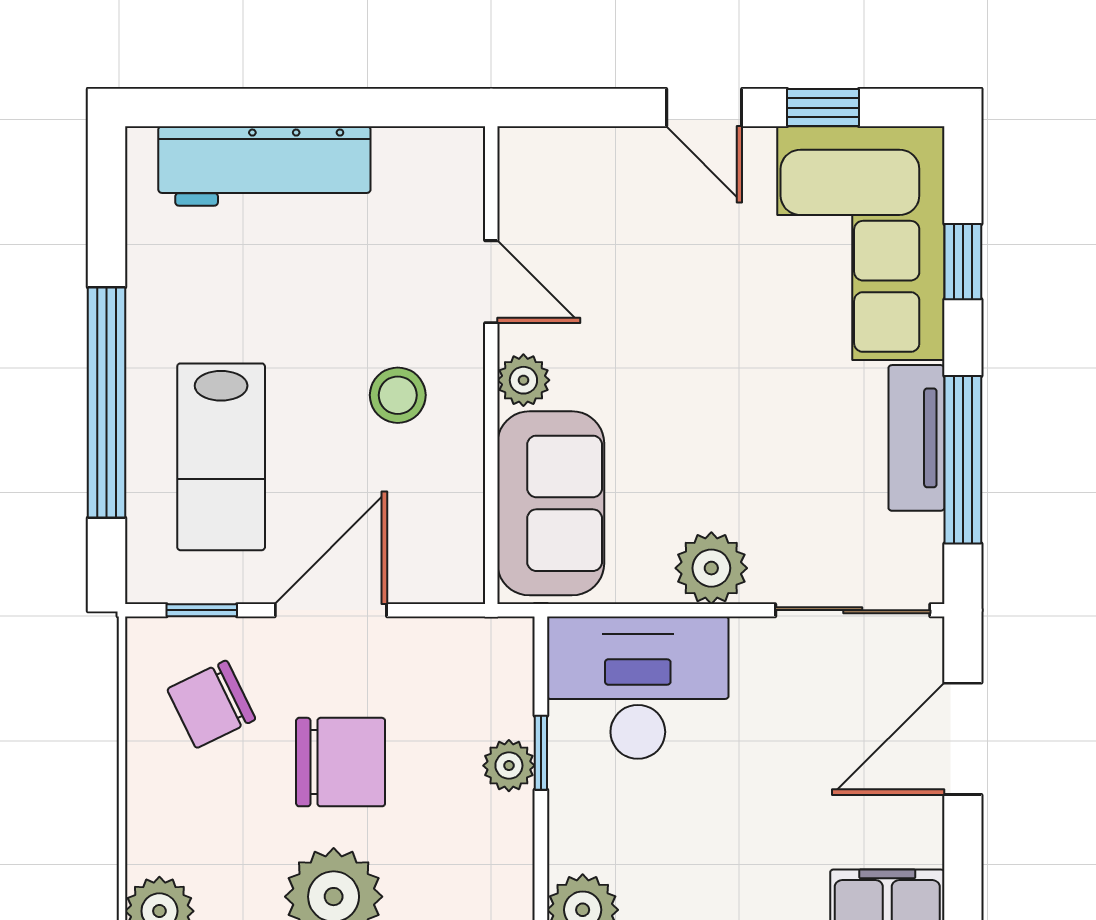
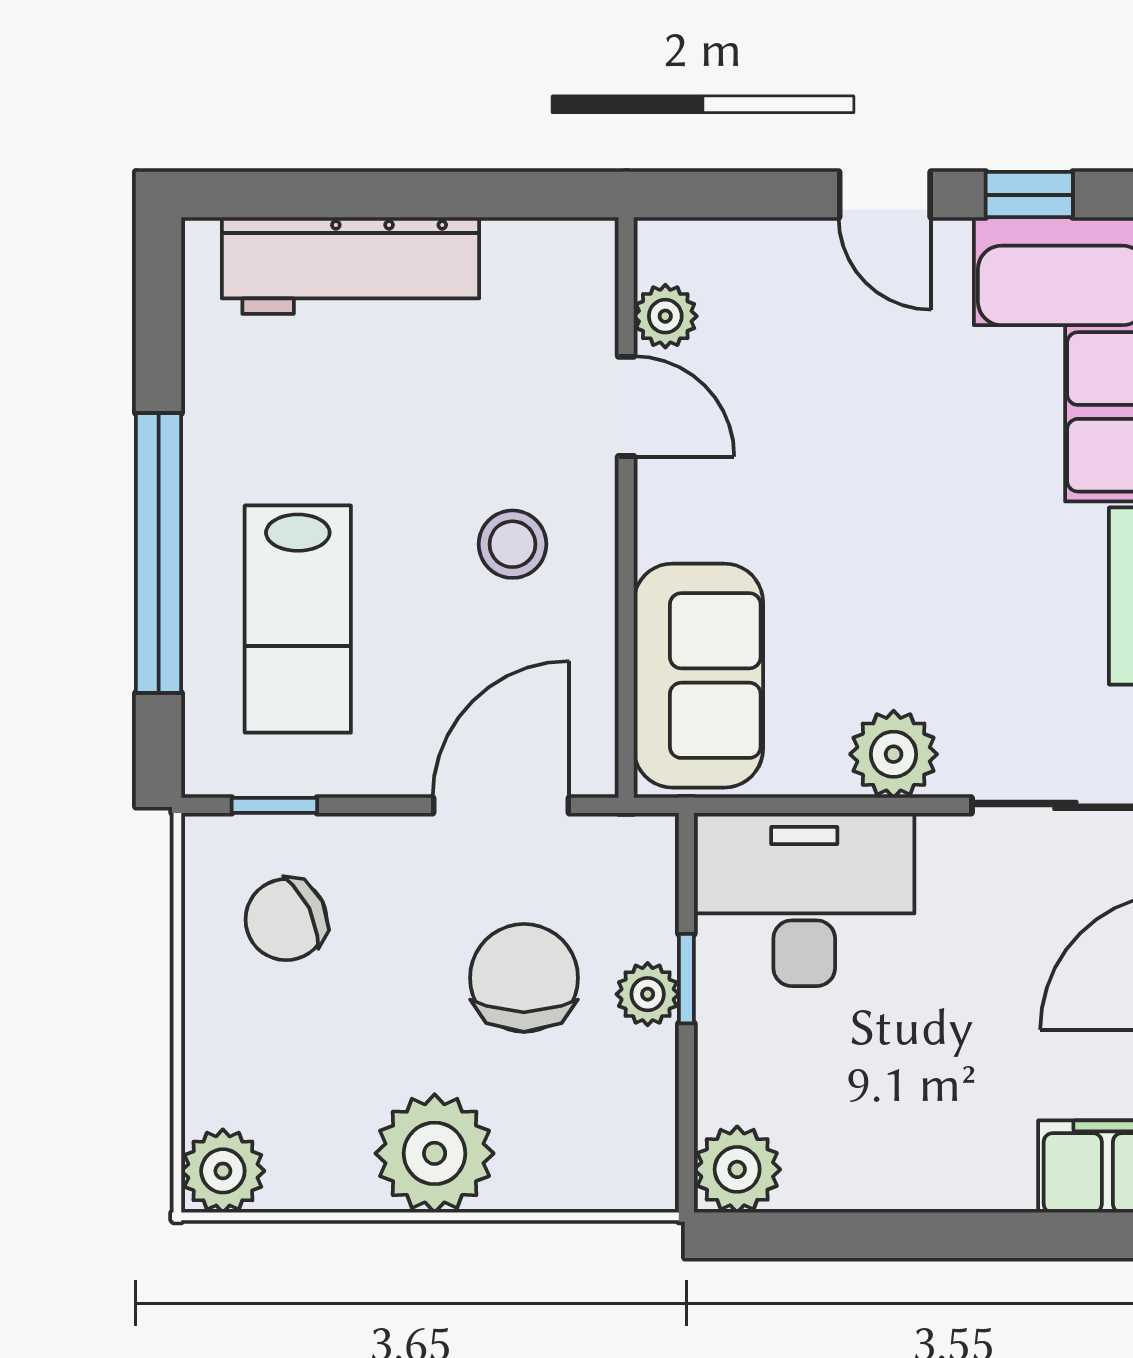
plant: (523, 380) -> (665, 316), moved
door: (331, 610) -> (501, 805), moved
chair: (341, 762) -> (524, 978), moved, turned -90

